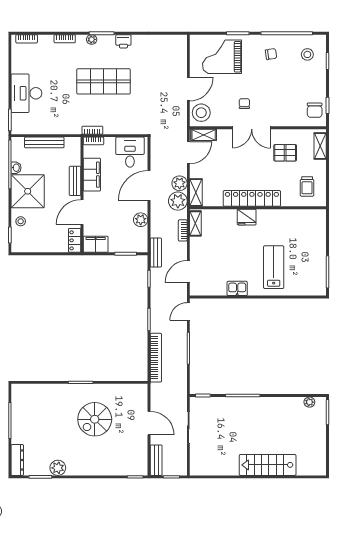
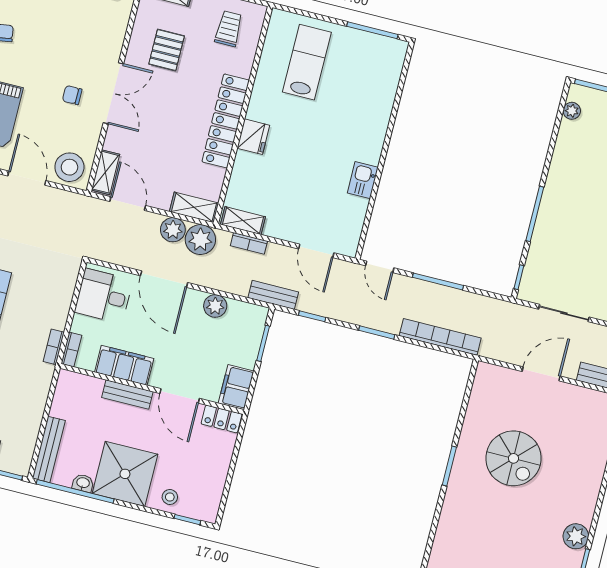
bench: (44, 142) -> (49, 449), moved
trolley: (307, 186) -> (229, 29), turned -90
lab bench: (274, 267) -> (307, 62), moved, turned 90

